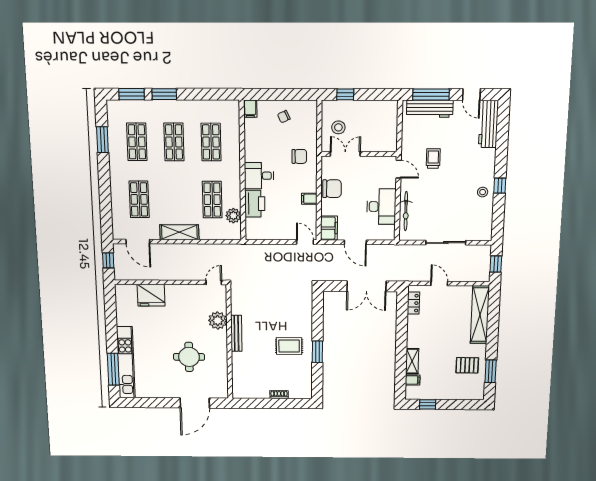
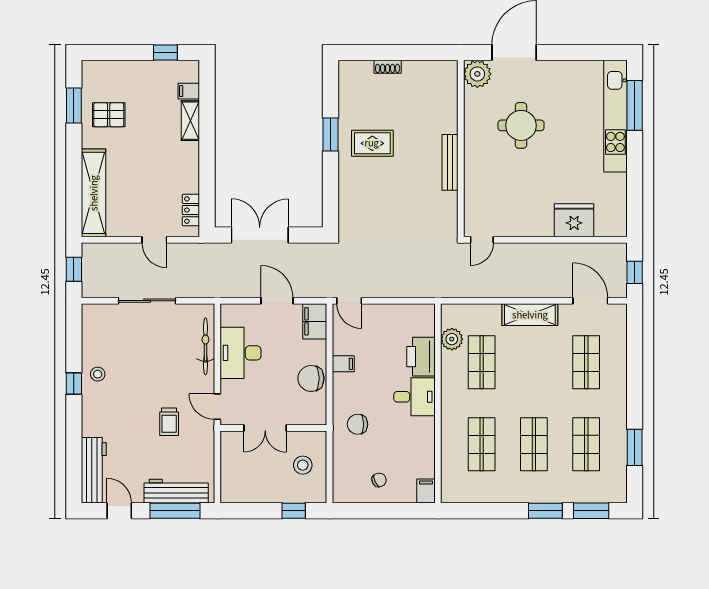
double door: (345, 154) -> (265, 428), moved
plant: (218, 320) -> (477, 74), moved

